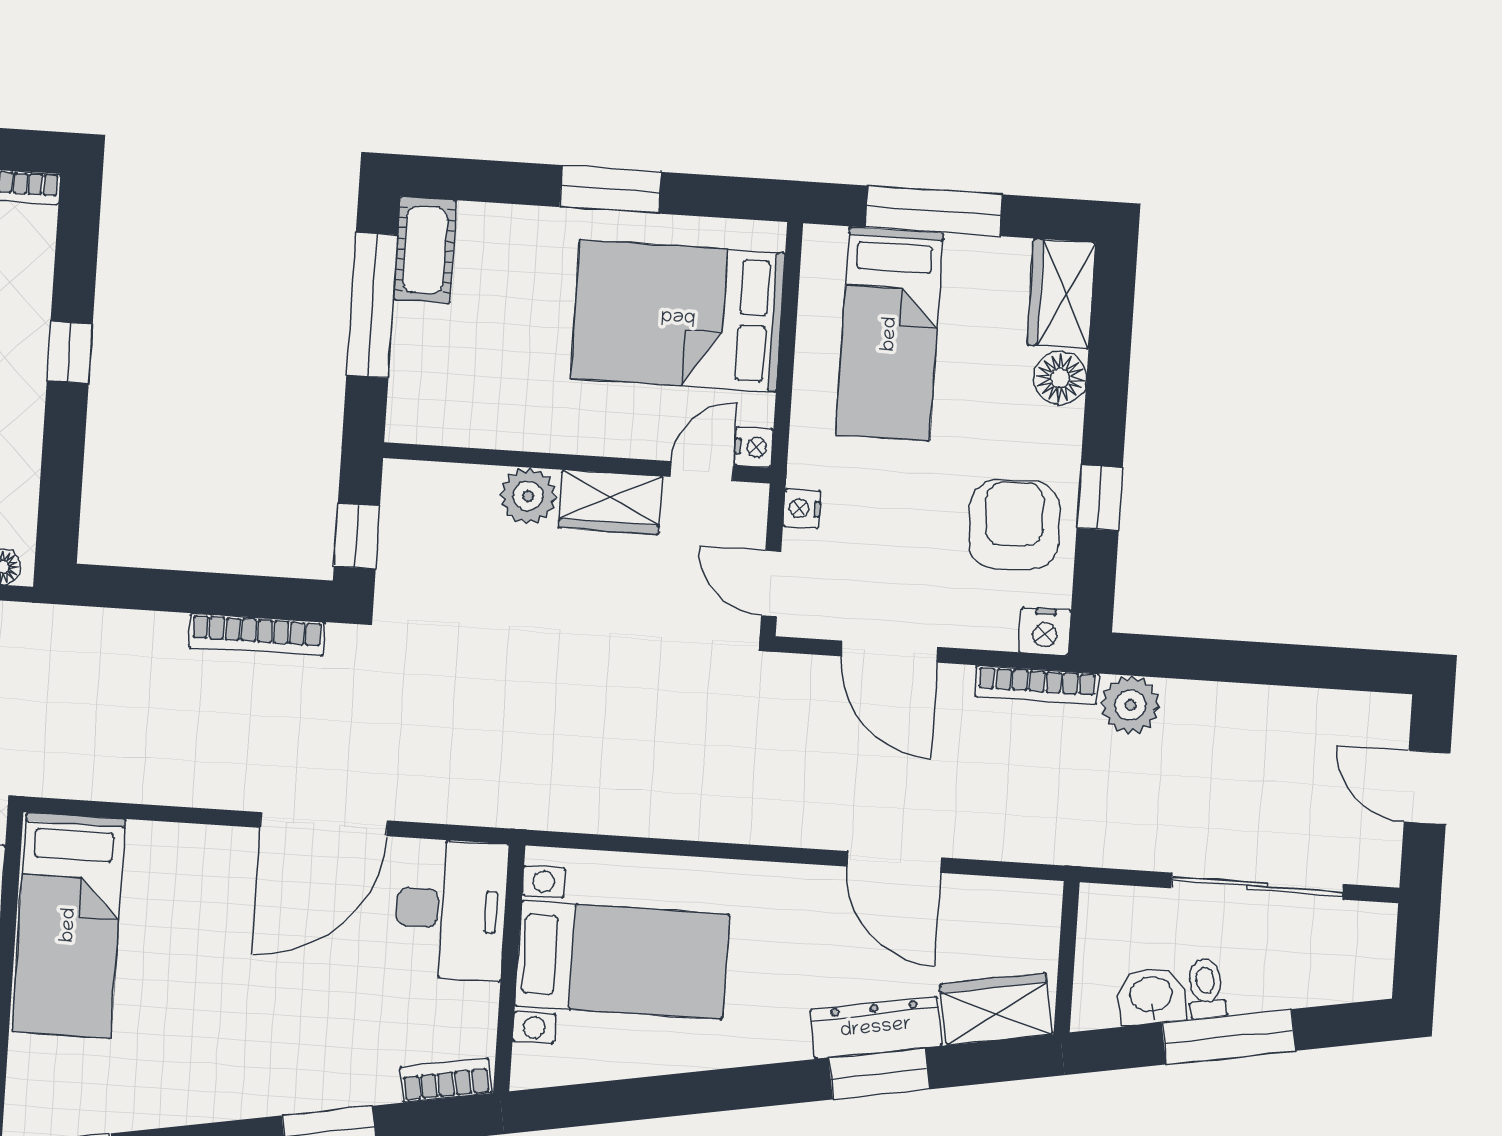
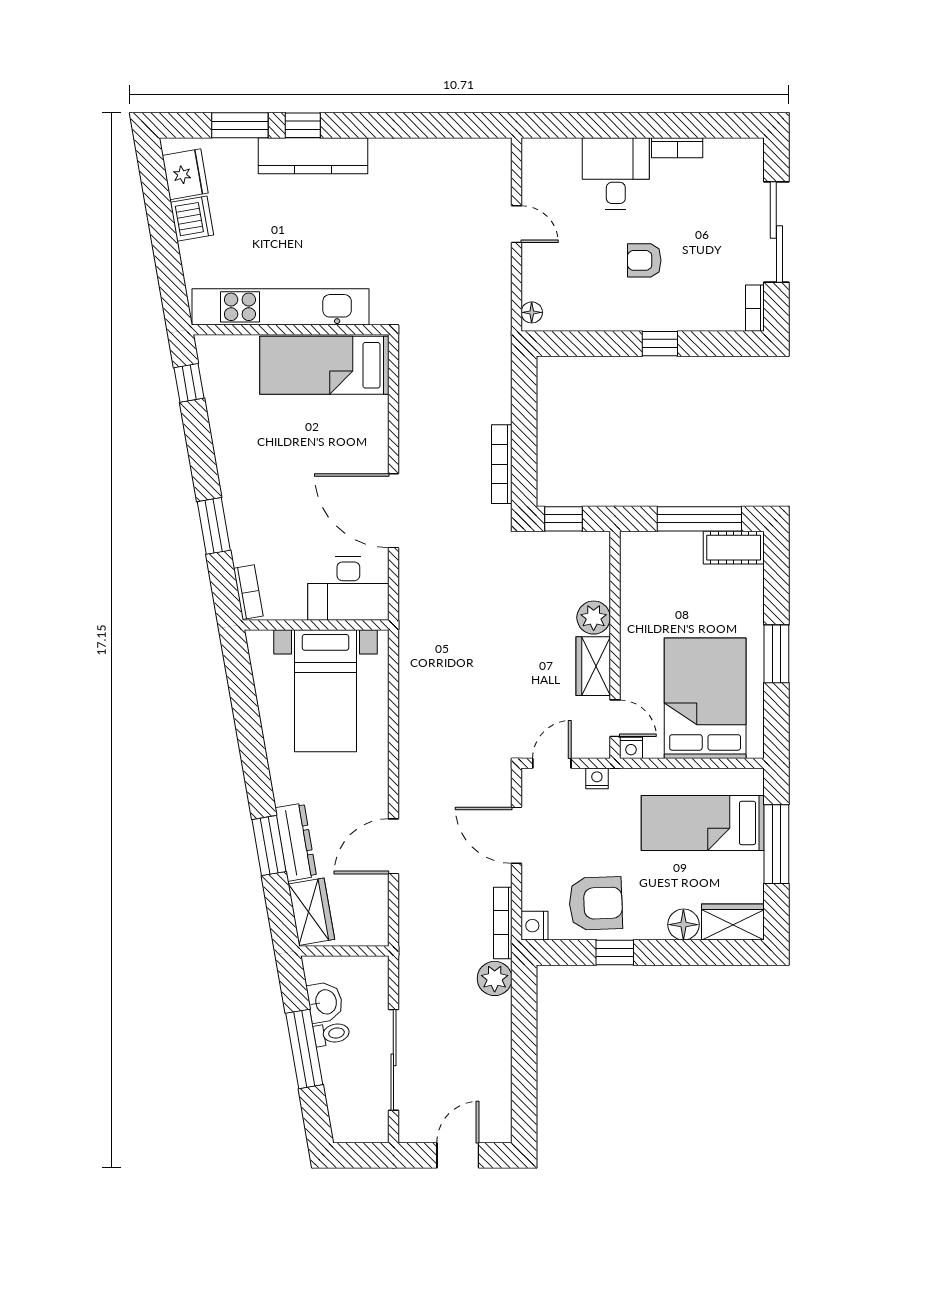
door: (889, 652) -> (516, 835), hinge flipped

